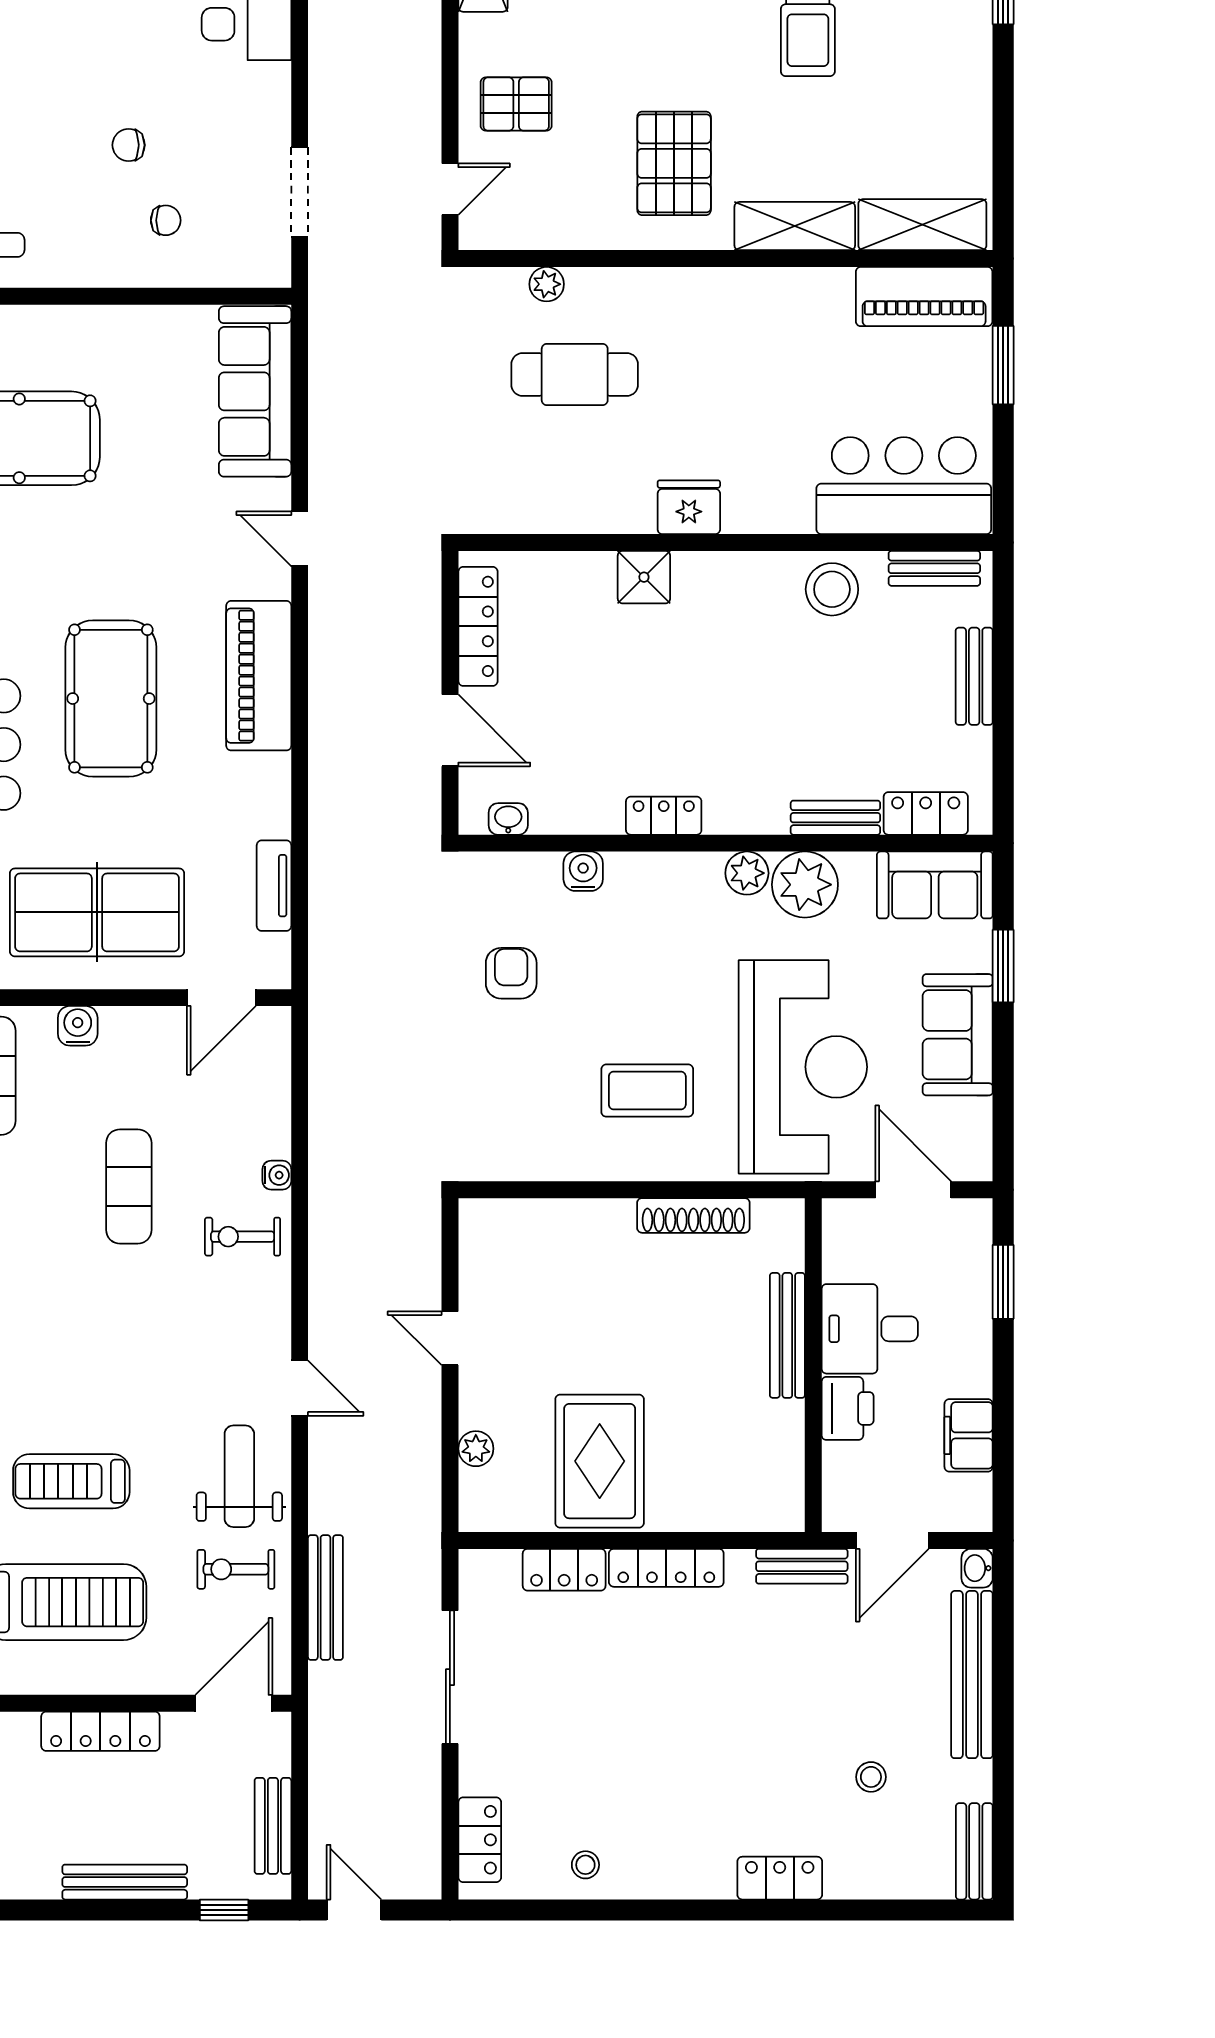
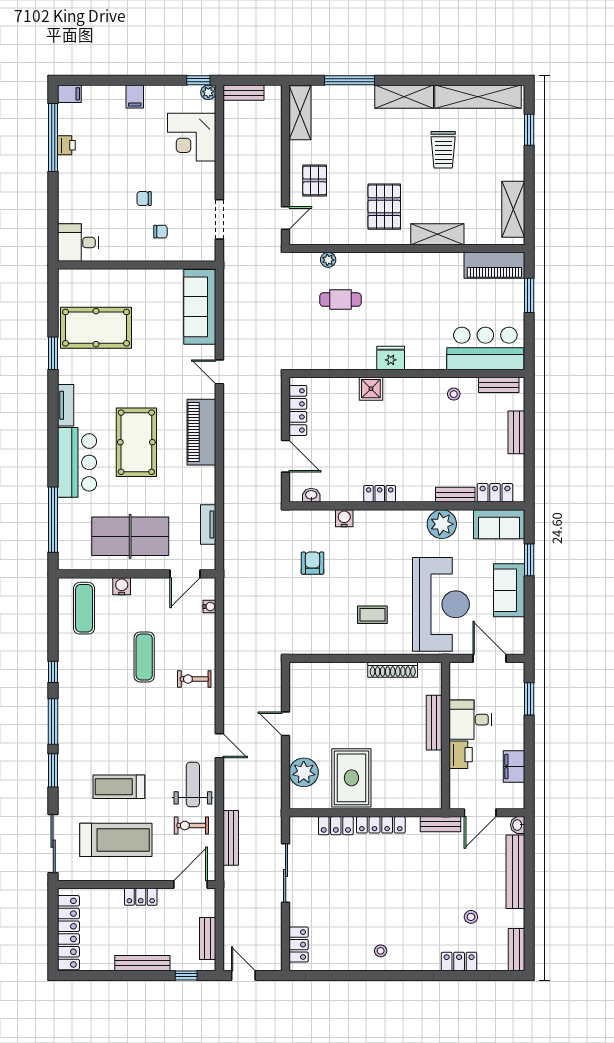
pallet: (516, 104) -> (315, 180), turned 90
shelving: (922, 225) -> (513, 209), moved, turned 90
cafe table: (575, 375) -> (340, 300), width x0.73, depth x0.74
stool: (832, 589) -> (454, 394), width x0.53, depth x0.53
plant: (747, 873) -> (416, 519), removed
coffee table: (647, 1091) -> (372, 615), width x0.73, depth x0.77
water cooler: (277, 1175) -> (209, 606), moved
plant: (476, 1449) -> (304, 772), width x1.87, depth x1.87
locker: (100, 1731) -> (141, 897), width x0.66
stool: (585, 1865) -> (381, 951), moved
locker: (780, 1878) -> (459, 961), moved

